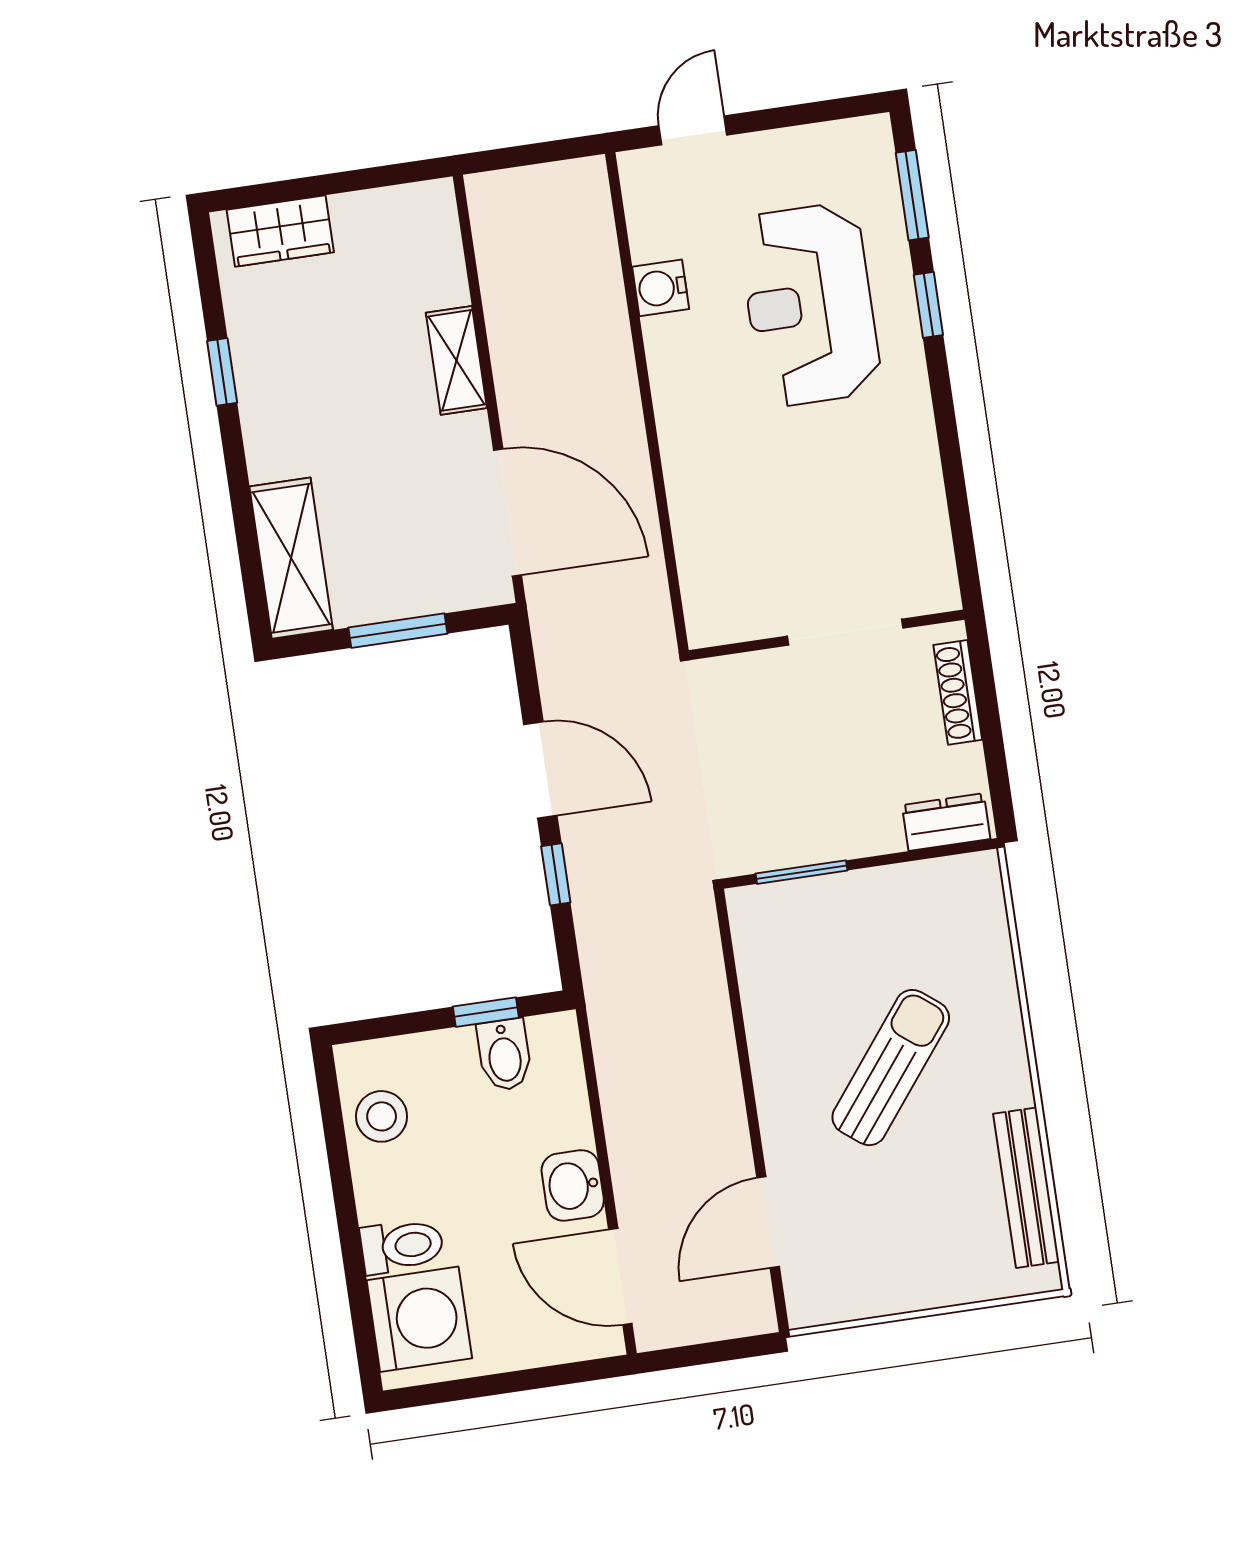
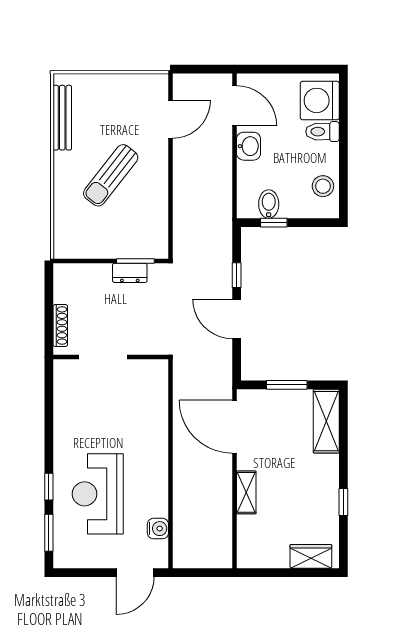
door: (693, 130) -> (135, 573), width x1.38
water cooler: (661, 288) -> (158, 529), moved
reception desk: (810, 305) -> (98, 494), turned 180
dresser: (946, 822) -> (130, 273), moved

